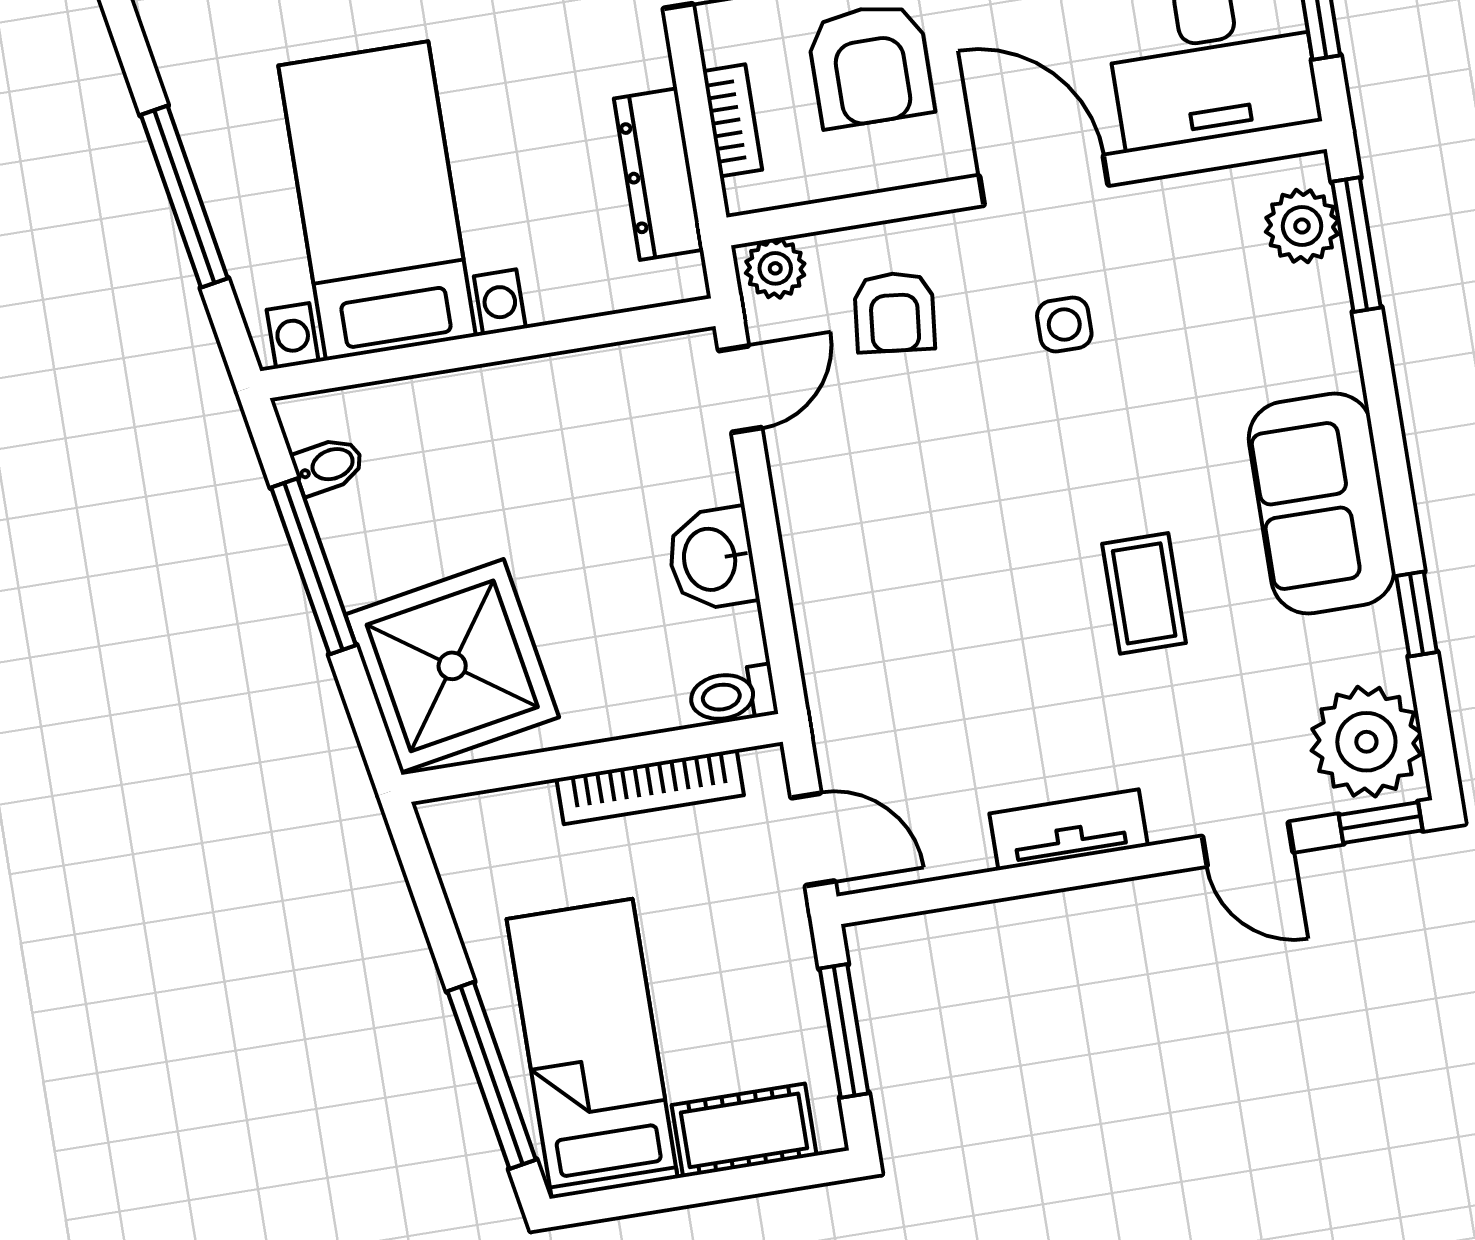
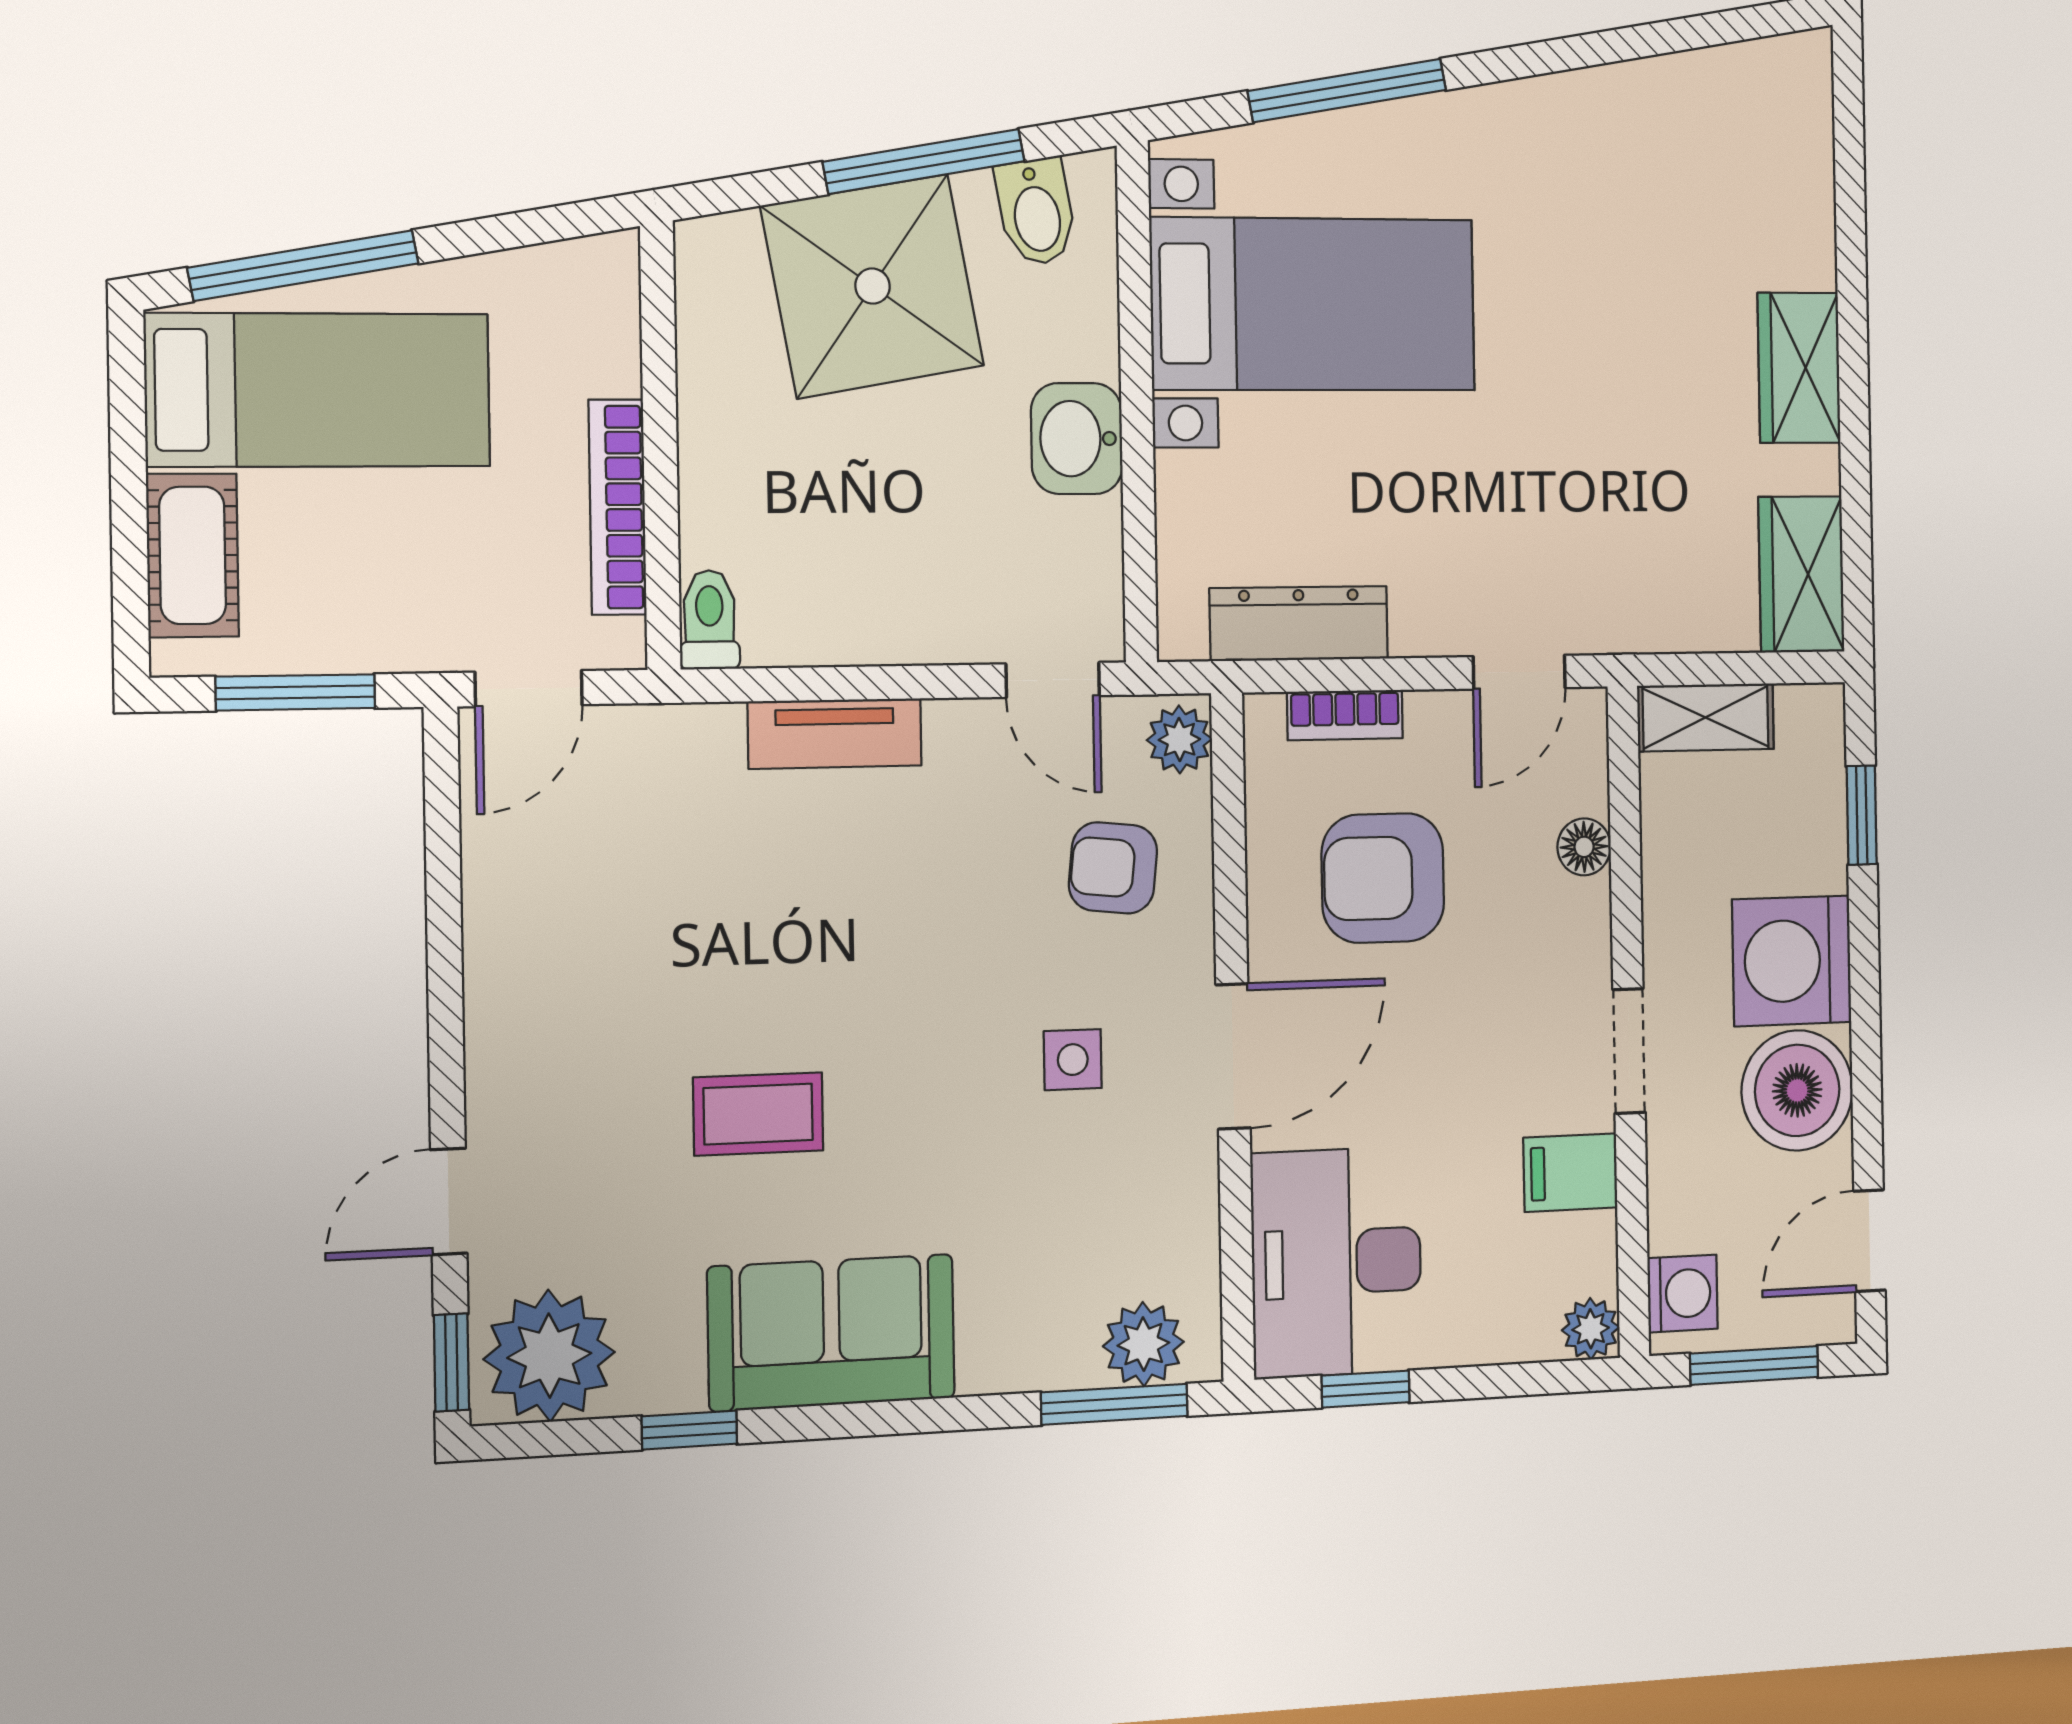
bidet: (328, 466) -> (1036, 212), width x1.38, depth x1.36
washbasin: (712, 559) -> (1077, 439), moved, turned -90
shower: (452, 666) -> (873, 286), moved
tv unit: (1069, 830) -> (835, 734), moved, turned 90

